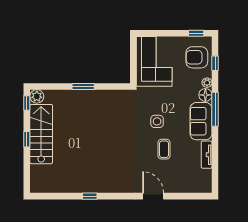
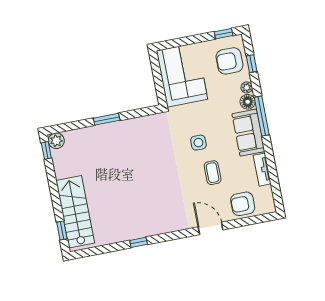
stairs: (41, 134) -> (75, 212), moved
window: (27, 139) -> (62, 230), moved
armchair: (184, 181) -> (243, 204), added

